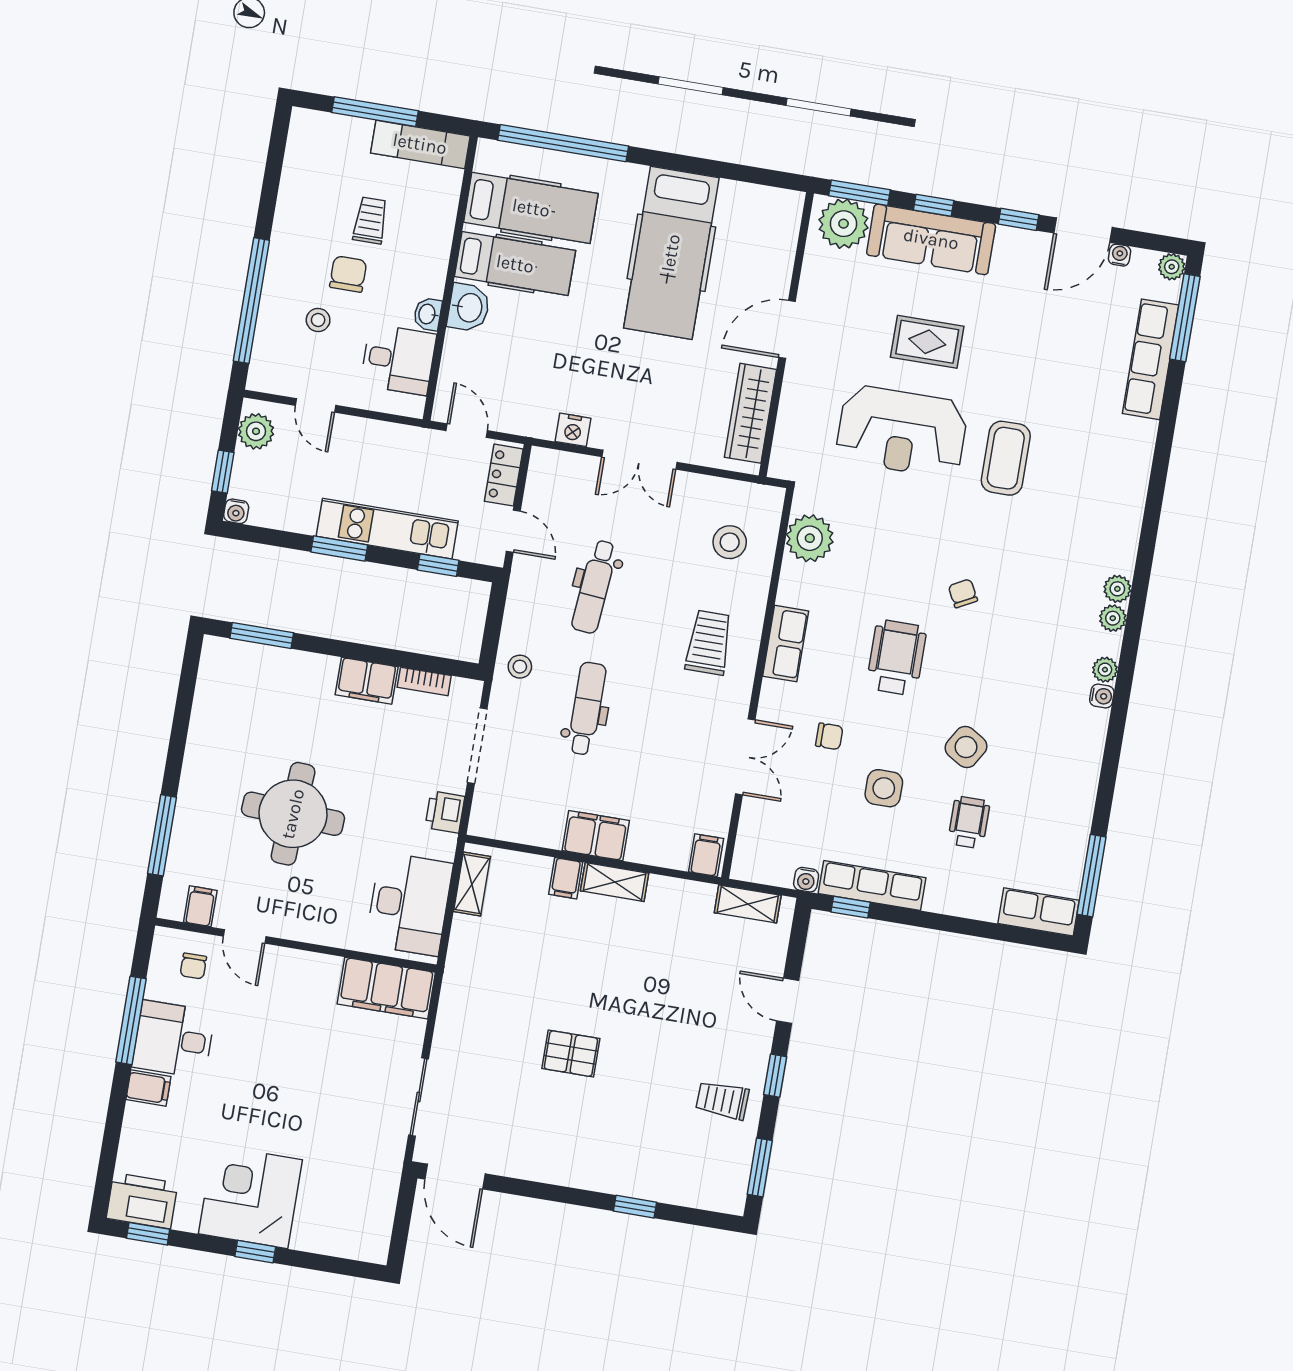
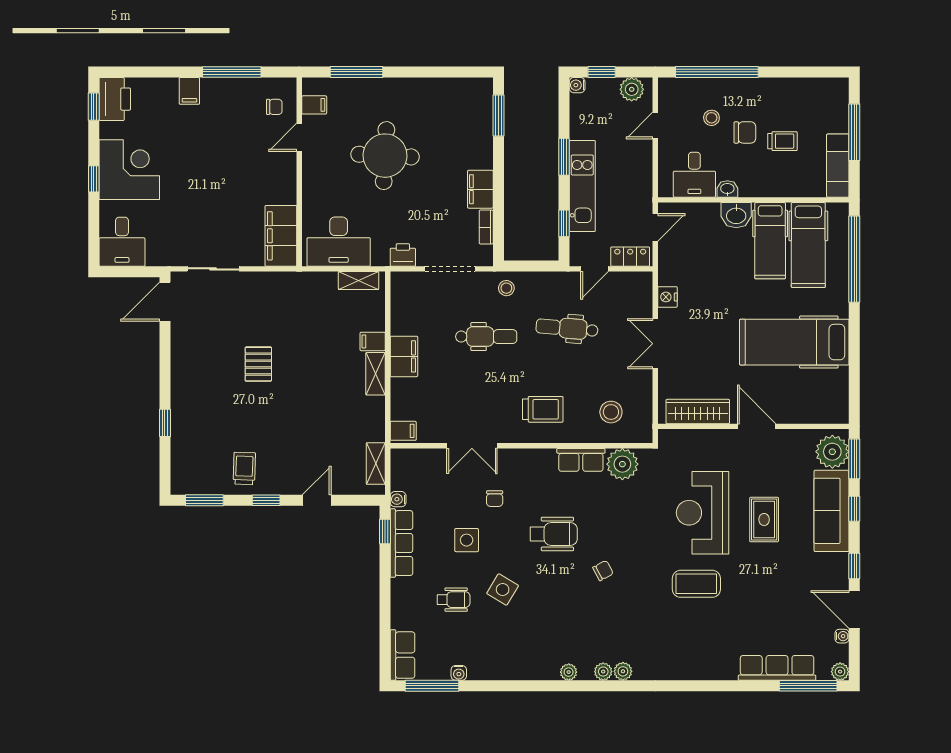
row of seats: (786, 644) -> (581, 460), moved
water cooler: (1102, 696) -> (459, 673), moved
chair: (193, 966) -> (274, 107), turned 180
desk: (174, 1039) -> (122, 242), moved, turned 180

